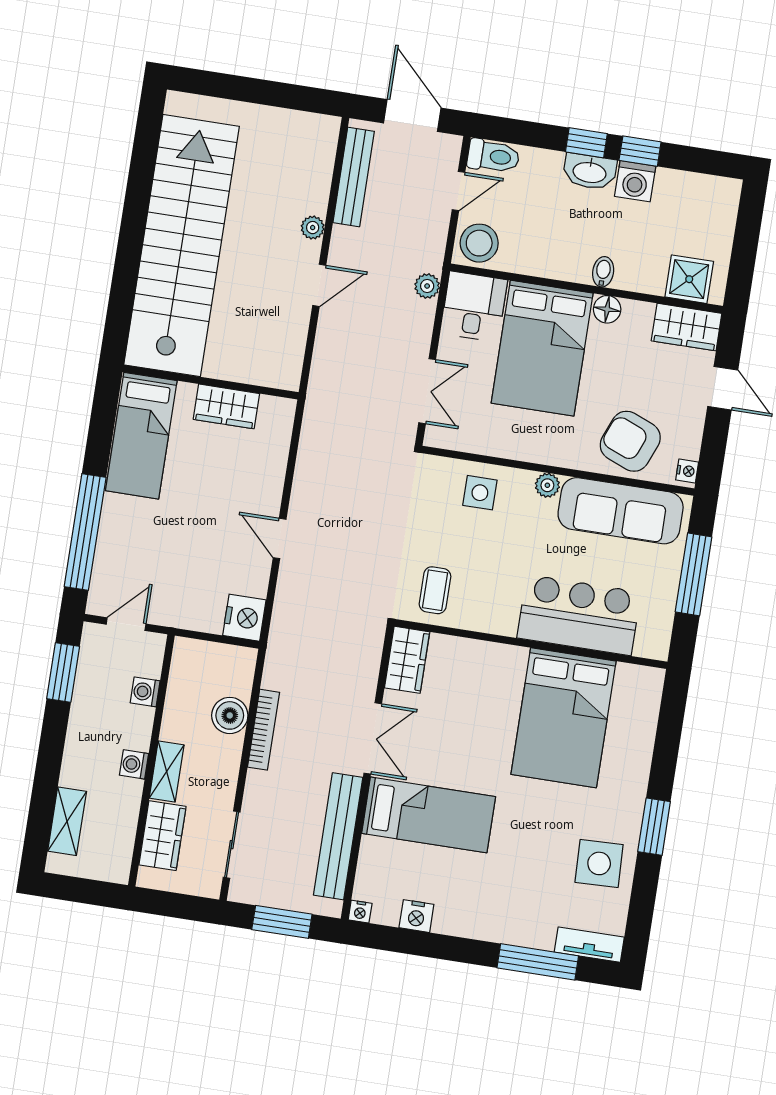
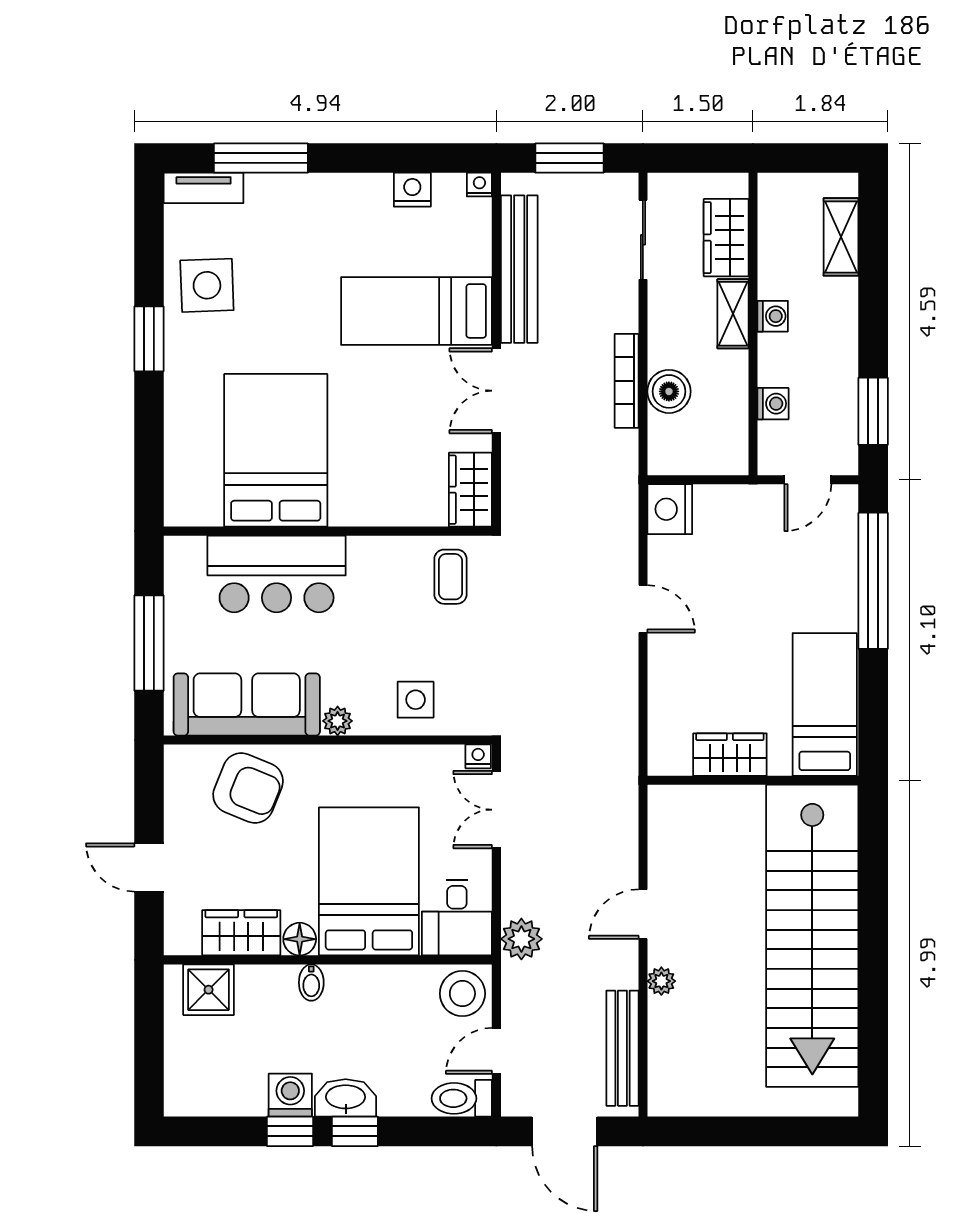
plant: (427, 286) -> (521, 939), width x1.38, depth x1.38
wardrobe: (687, 327) -> (241, 933), moved
nightstand: (687, 471) -> (478, 756), moved, turned 90

